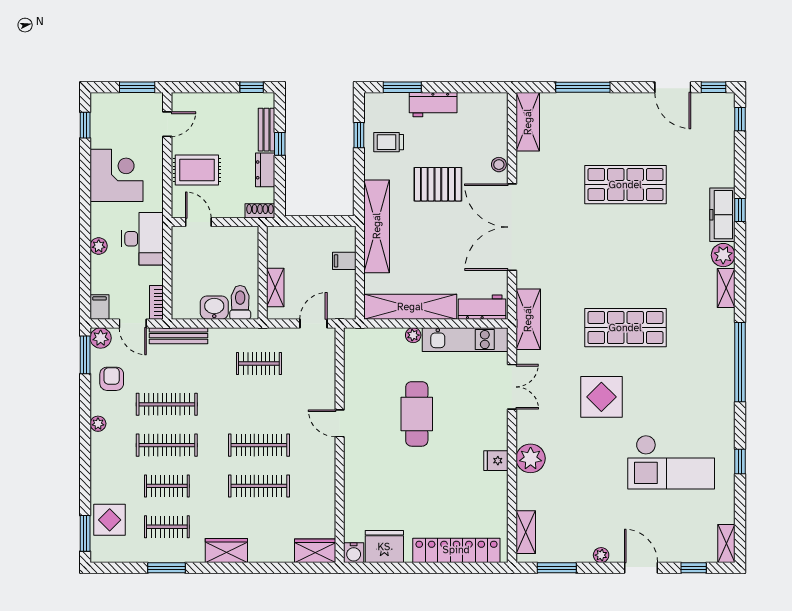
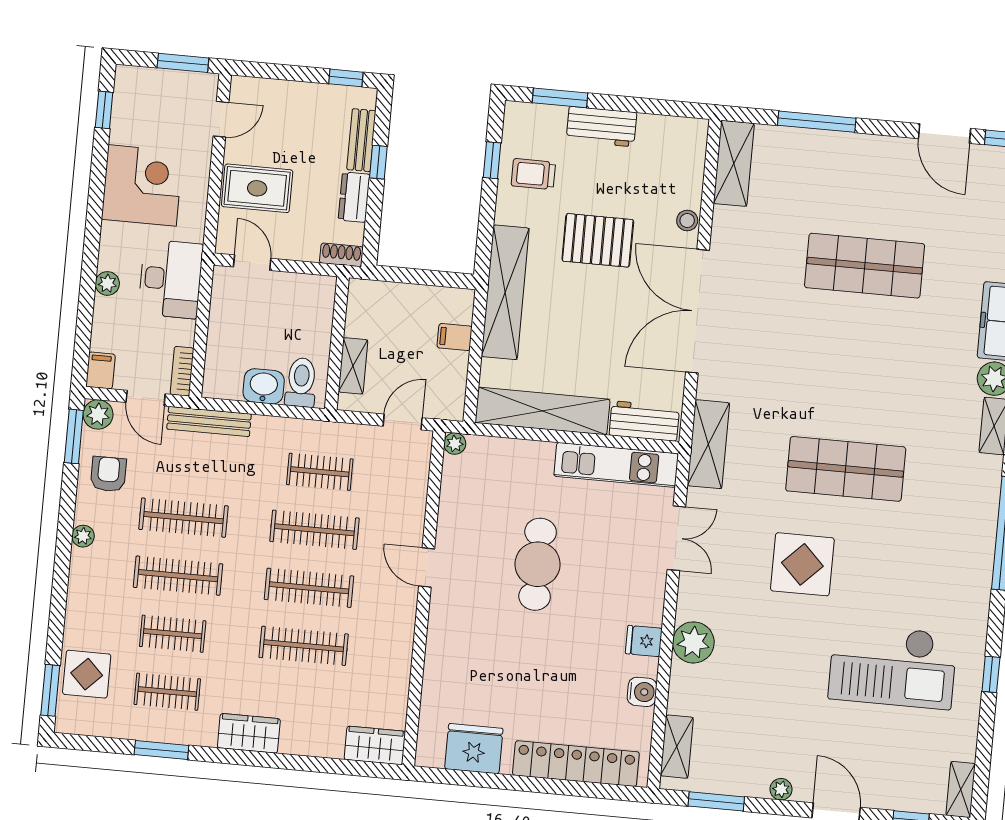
plant: (413, 335) -> (455, 444), moved
clothes rail: (259, 404) -> (314, 530), added
water cooler: (354, 553) -> (642, 692), moved, turned -90

